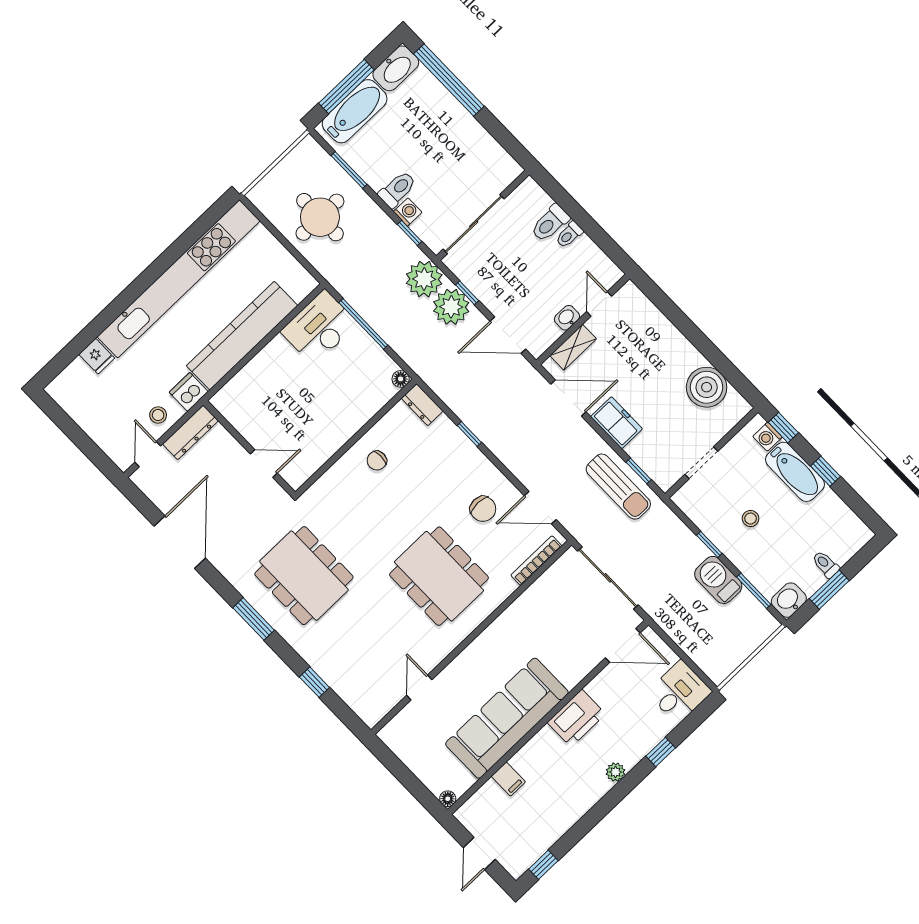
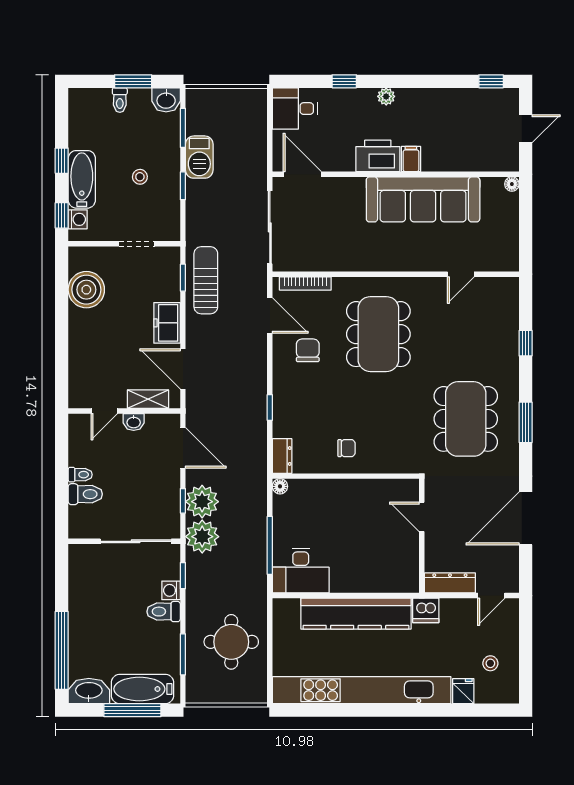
stool: (158, 415) -> (490, 663), moved
filing cabinet: (508, 779) -> (411, 159), moved

